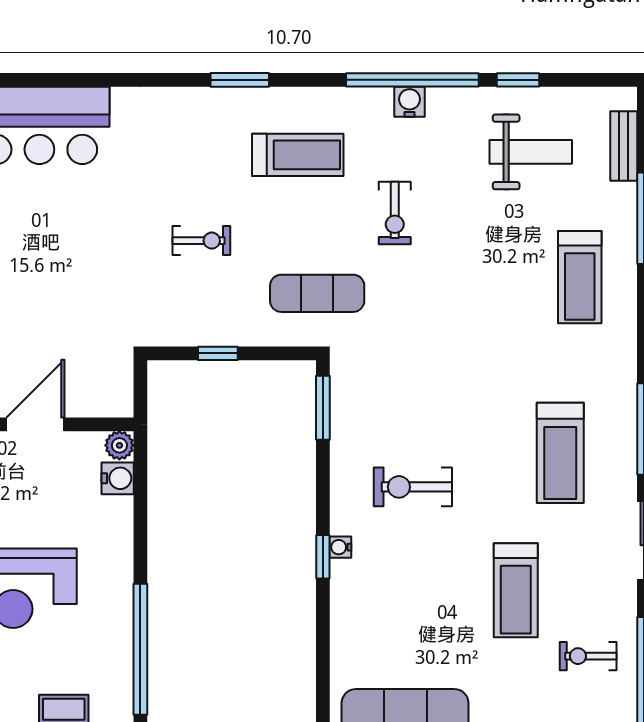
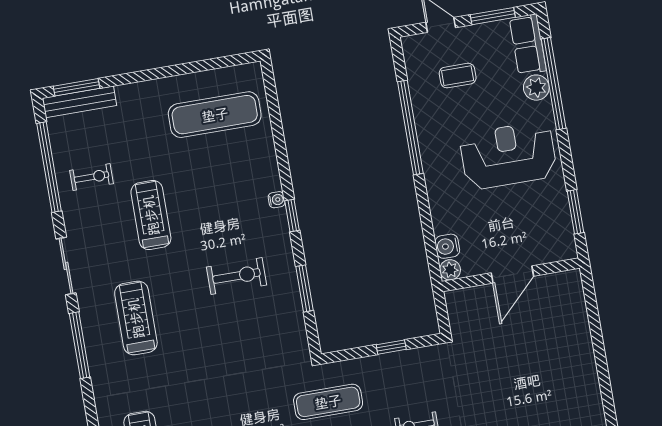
window: (323, 408) -> (305, 288), moved
water cooler: (340, 547) -> (277, 200), moved

